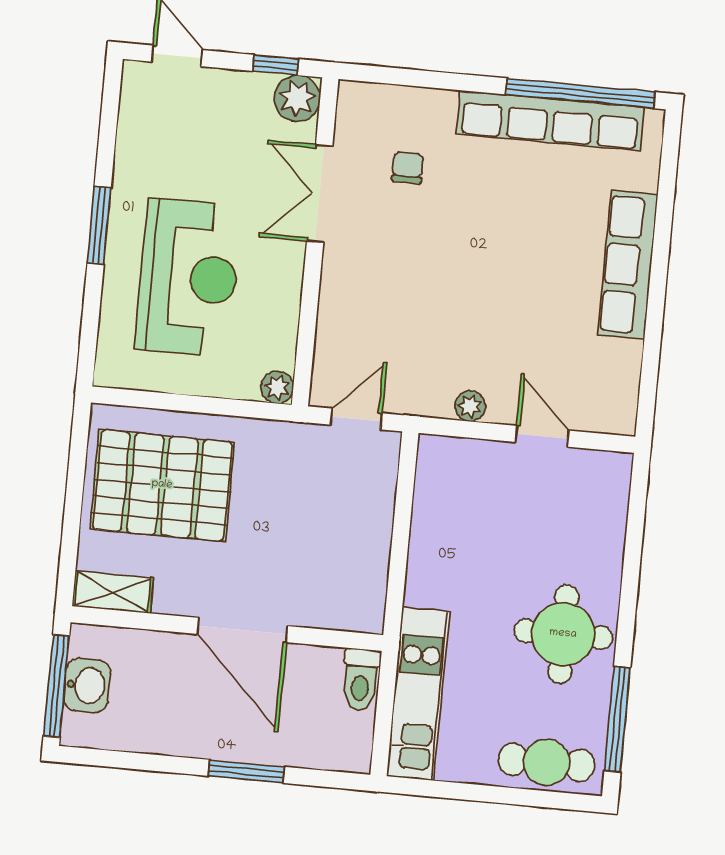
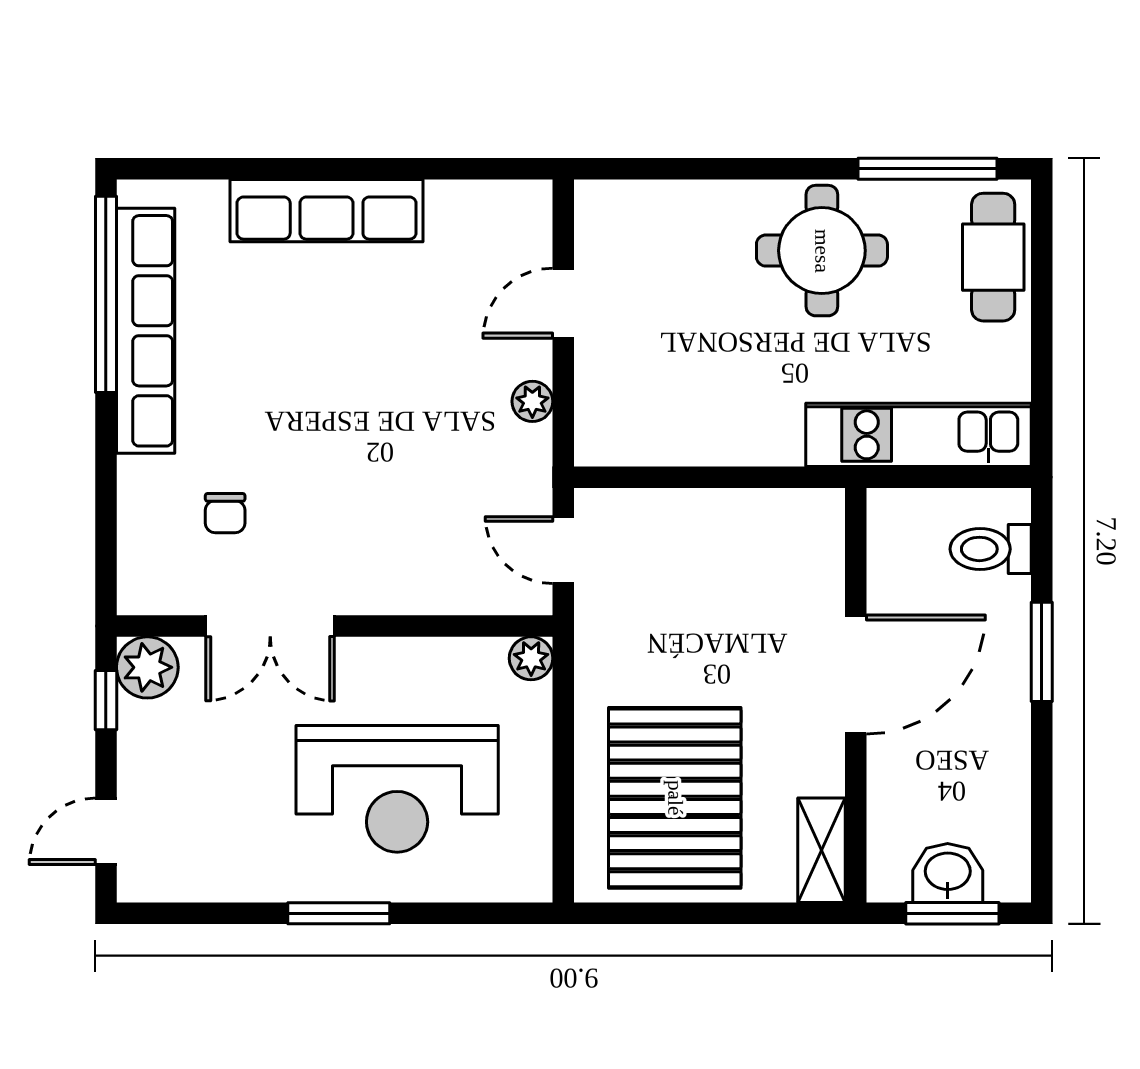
chair: (408, 168) -> (225, 513), turned -90
reception desk: (189, 277) -> (397, 789), turned 180
toilet: (361, 680) -> (991, 549), moved, turned 180
window: (56, 686) -> (952, 913), width x0.69

